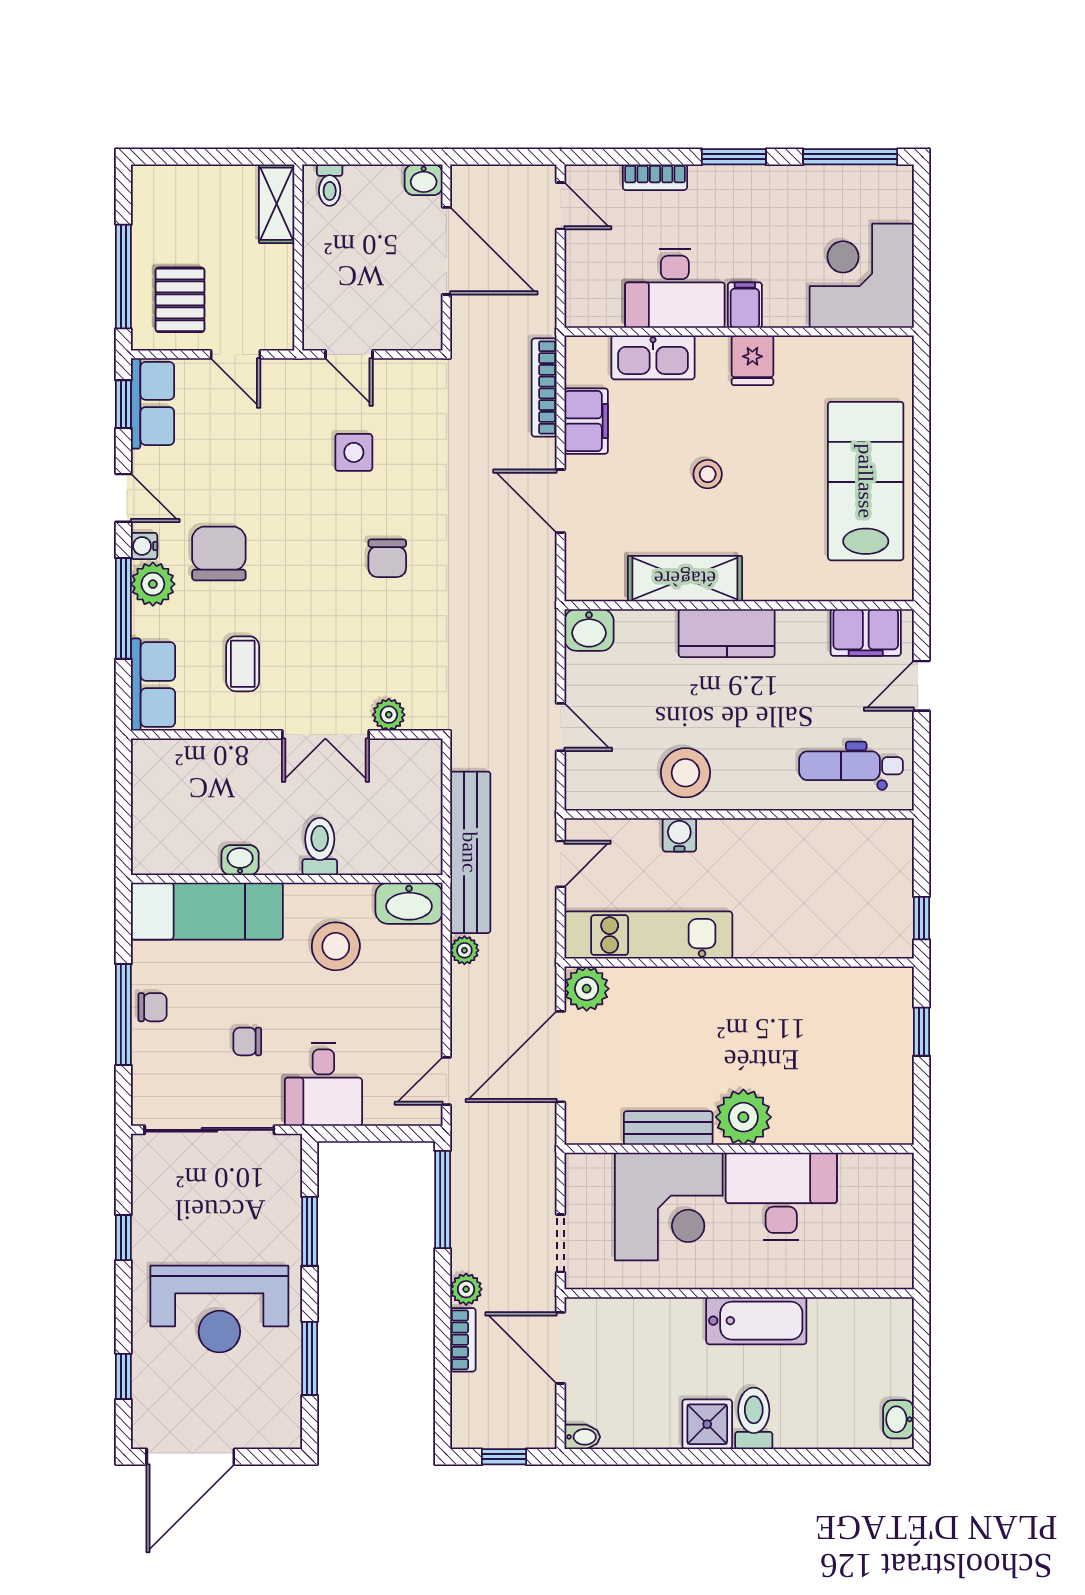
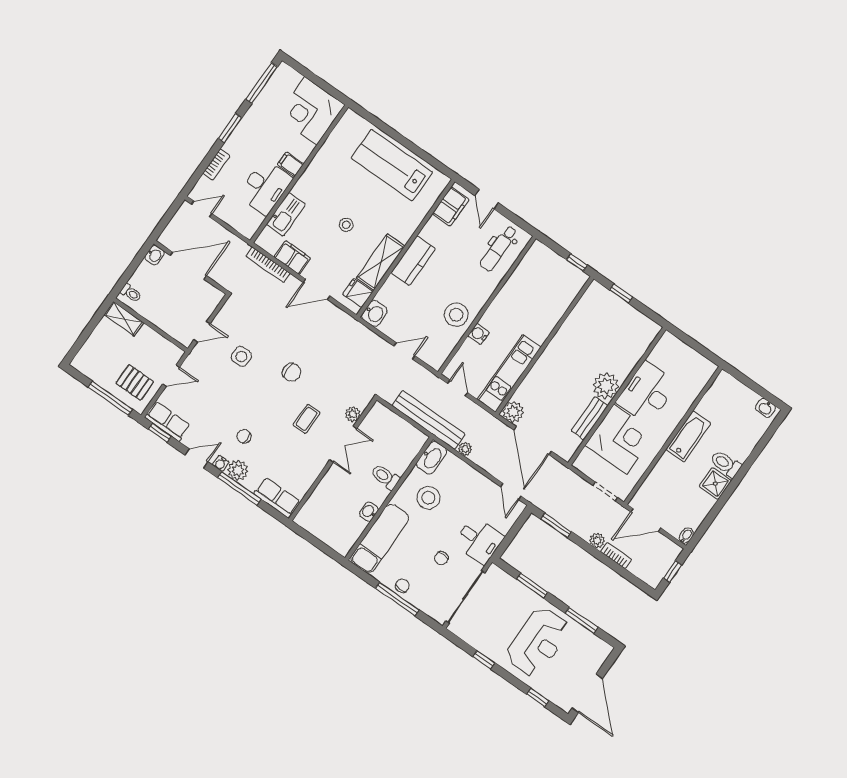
fridge: (752, 360) -> (358, 293), moved, turned 180
chair: (219, 553) -> (244, 436), width x0.54, depth x0.54
coffee table: (243, 664) -> (307, 419), moved, turned 90
window: (443, 1200) -> (556, 525), width x0.69

